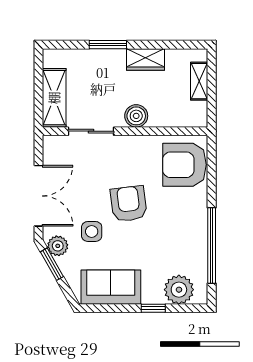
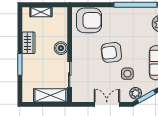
armchair: (184, 165) -> (89, 20), turned -90
double door: (38, 196) -> (107, 104), width x0.73

